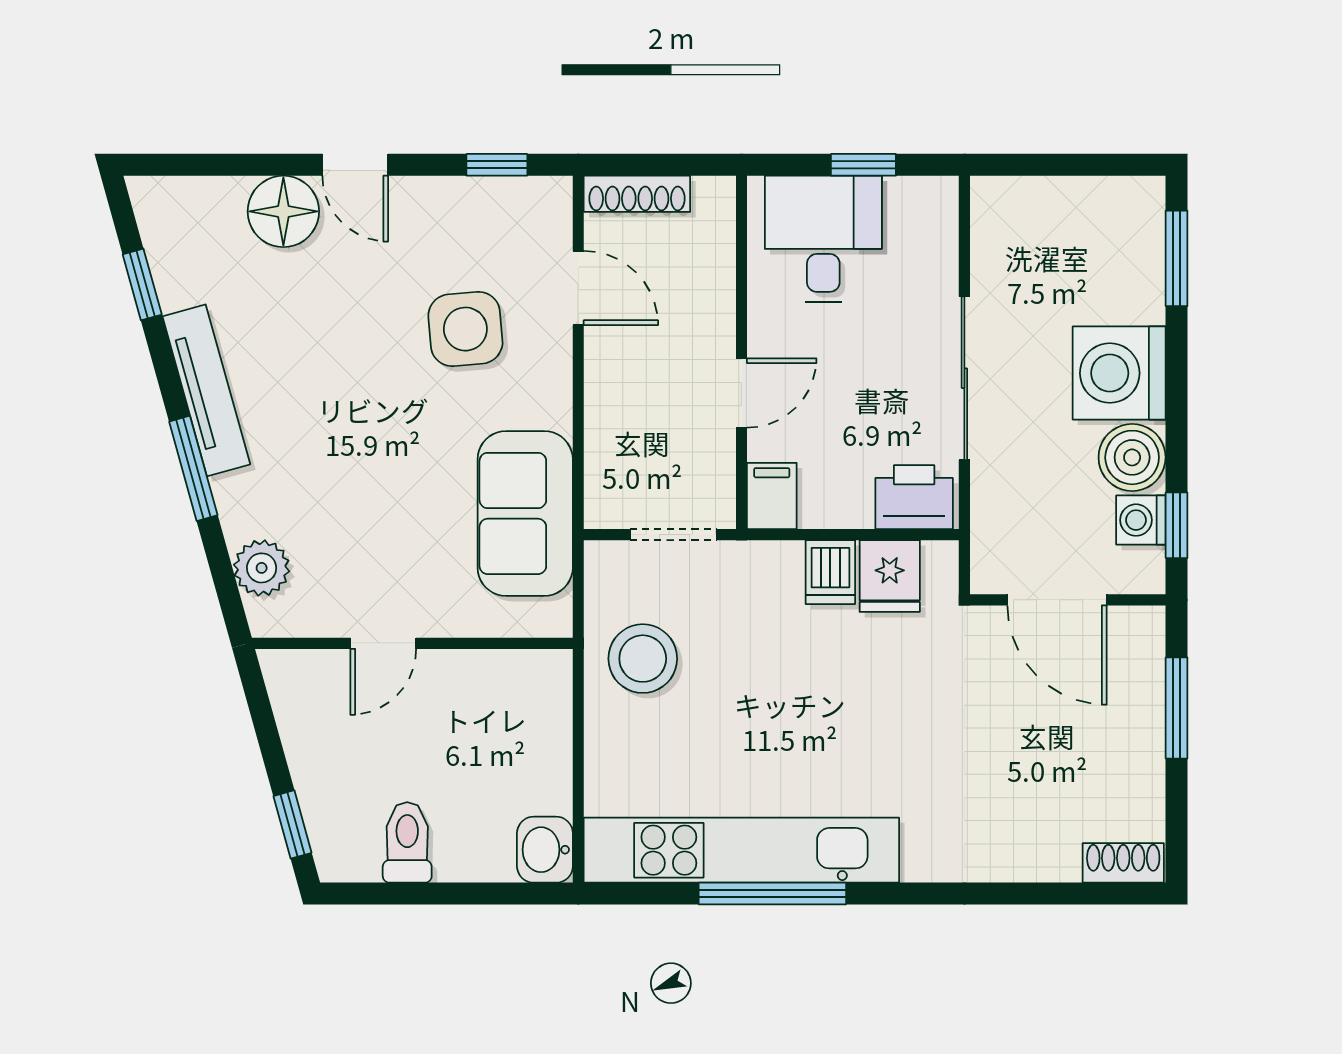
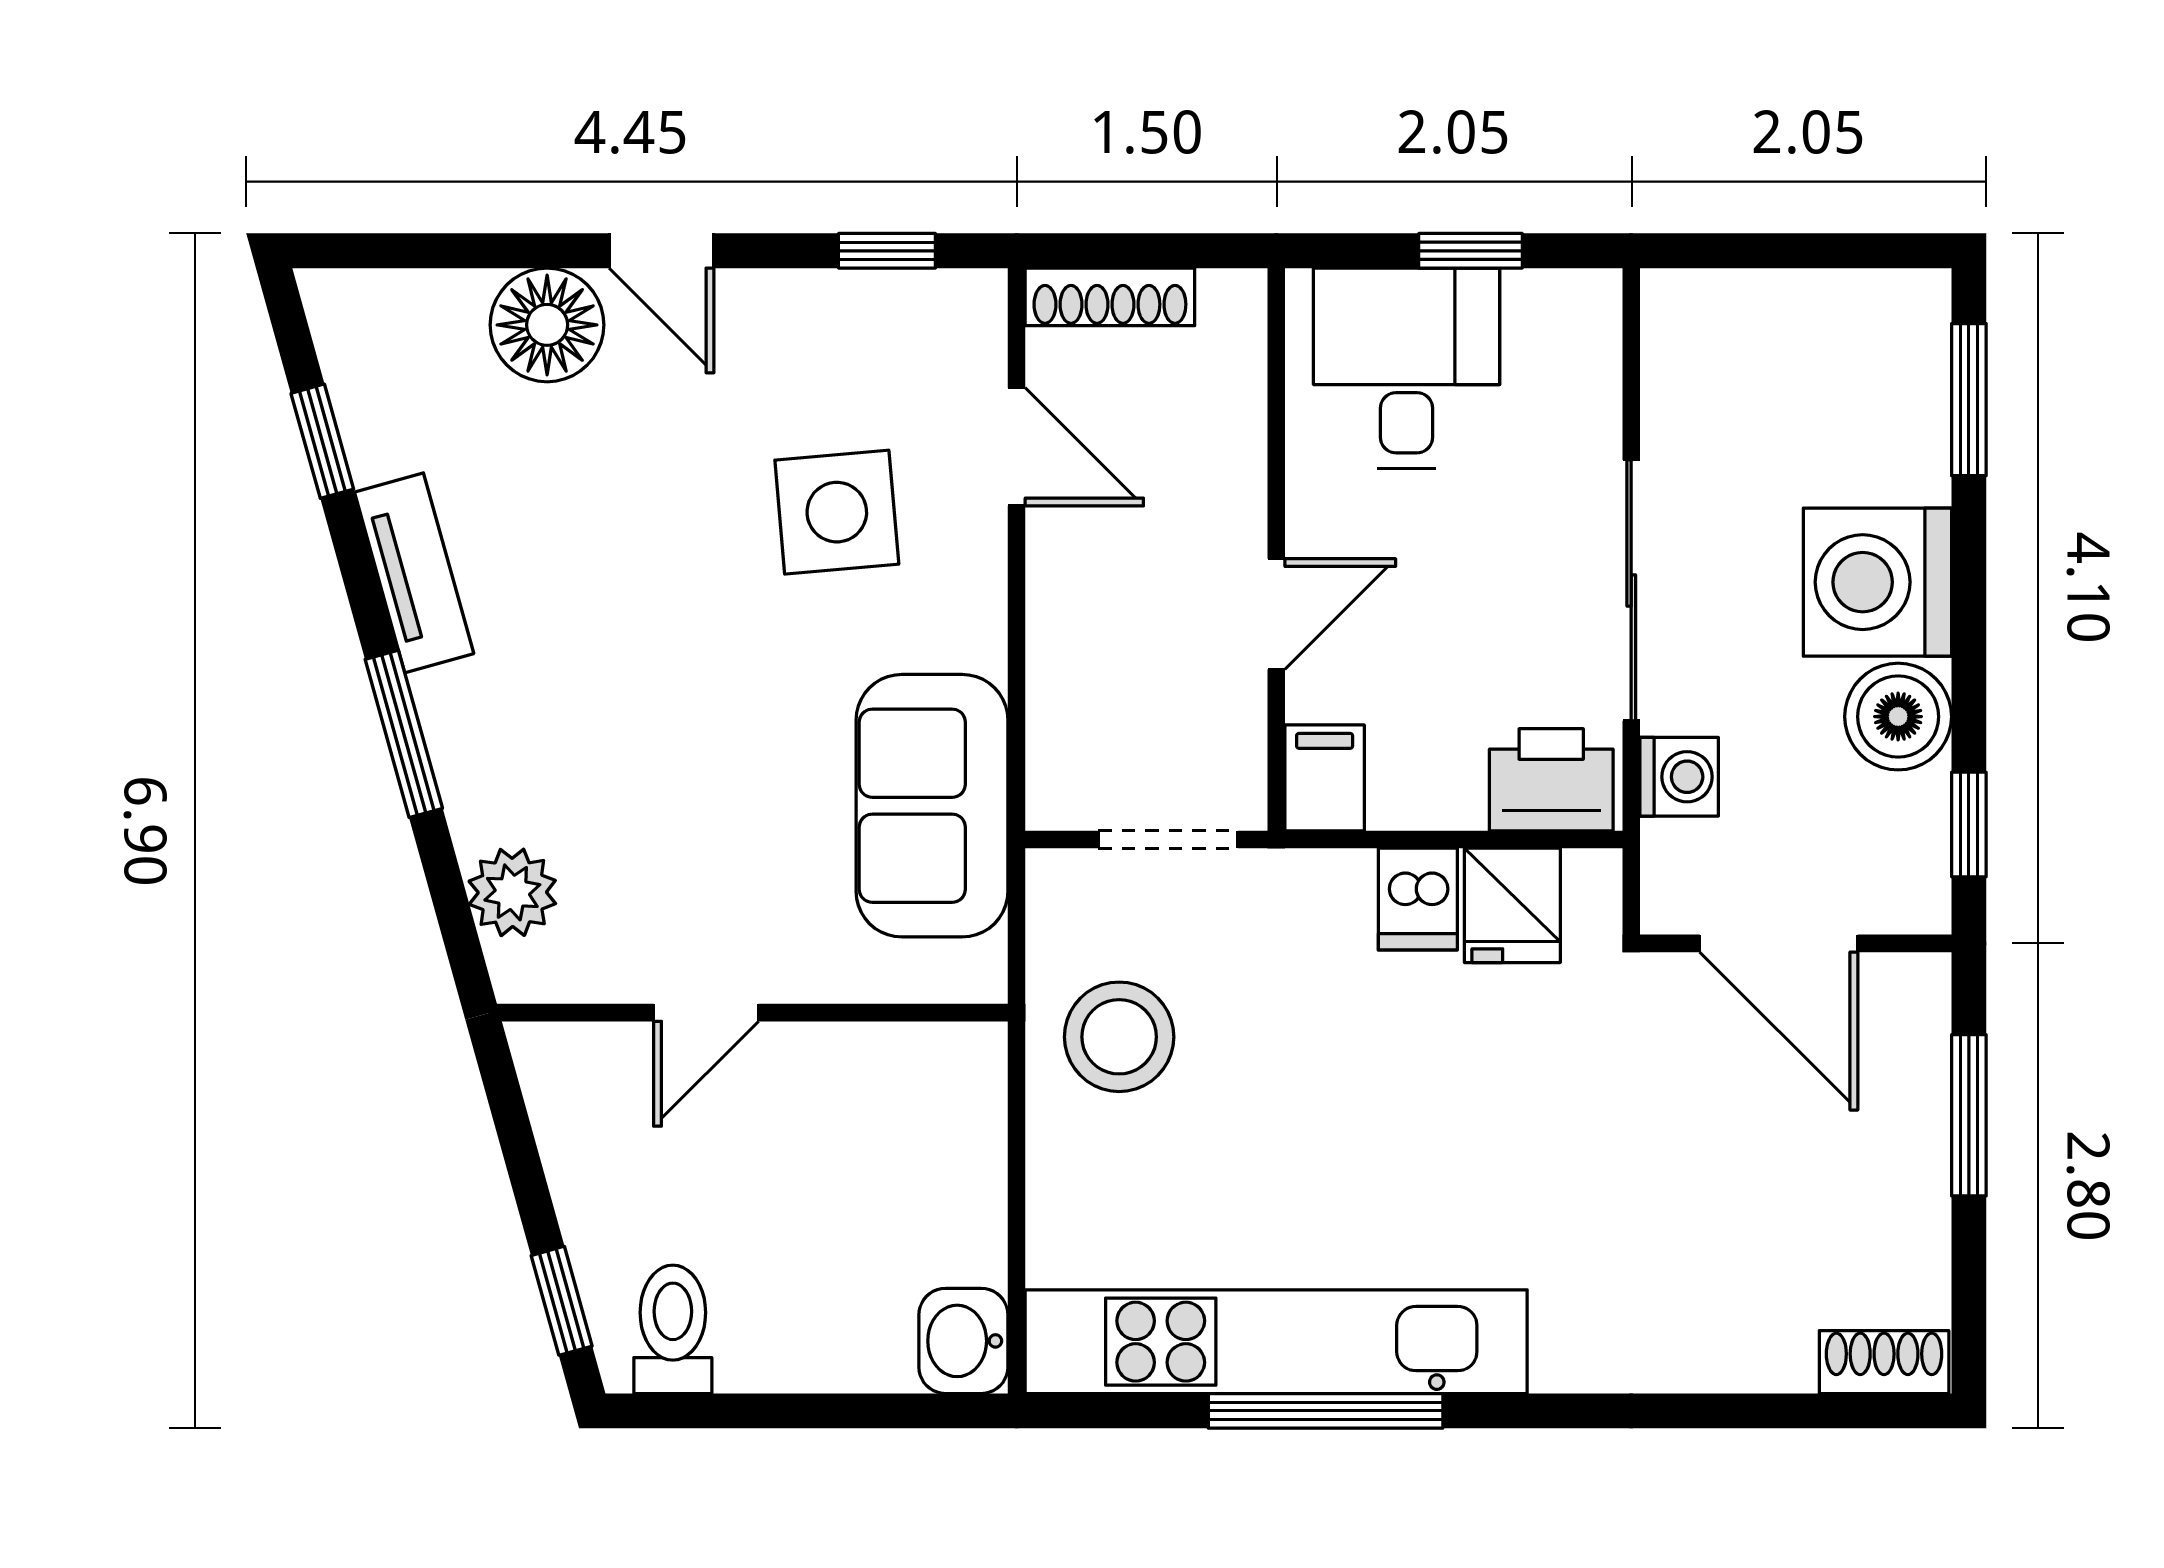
tv unit: (206, 390) -> (414, 573), width x0.71
washing machine: (1141, 520) -> (1679, 777), moved, turned 180
toilet: (407, 842) -> (673, 1329), moved

